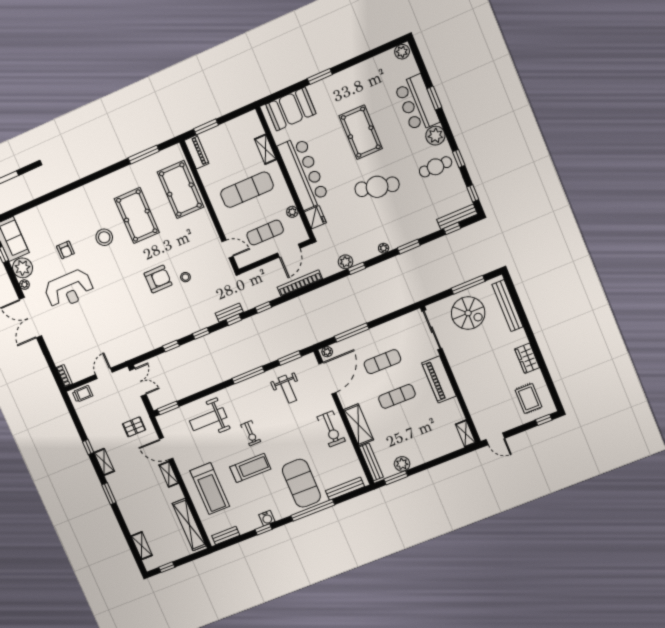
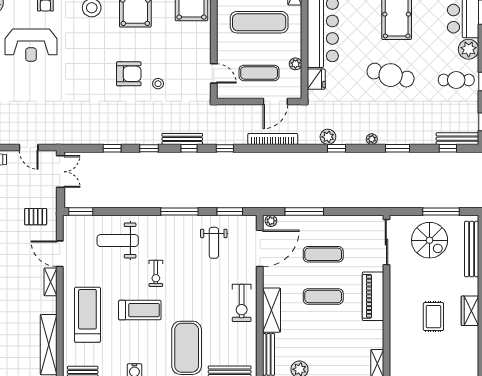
bench: (229, 313) -> (182, 139), width x1.36
door: (104, 373) -> (29, 147), swing flipped
rug: (528, 398) -> (433, 317), moved
treadmill: (210, 489) -> (87, 315), turned 180

